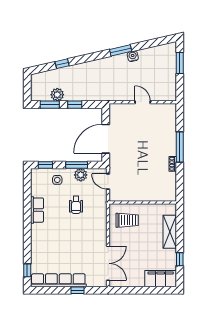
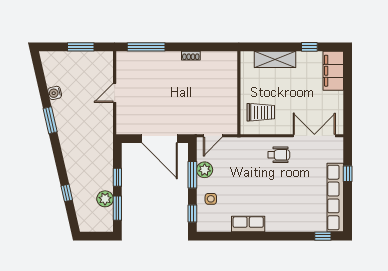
water cooler: (133, 56) -> (55, 93), moved
window: (180, 63) -> (81, 47), moved
window: (180, 147) -> (146, 47), moved
wheelchair: (76, 205) -> (279, 155), moved
trolley: (127, 220) -> (261, 112), turned 90

